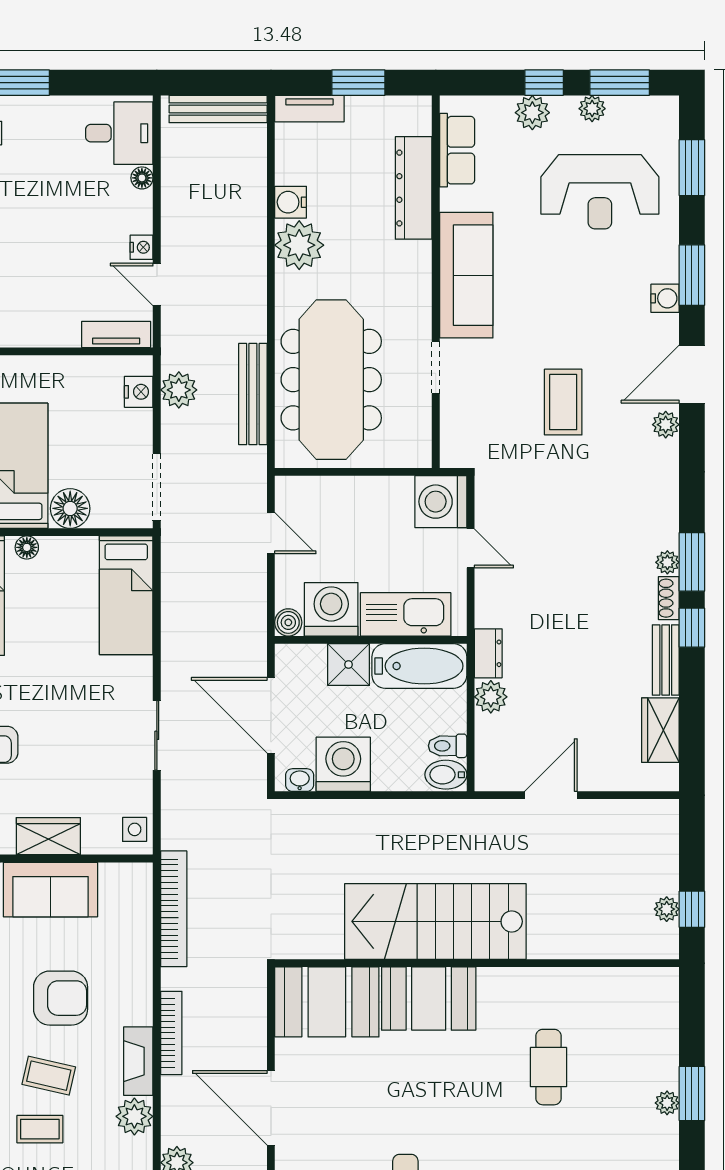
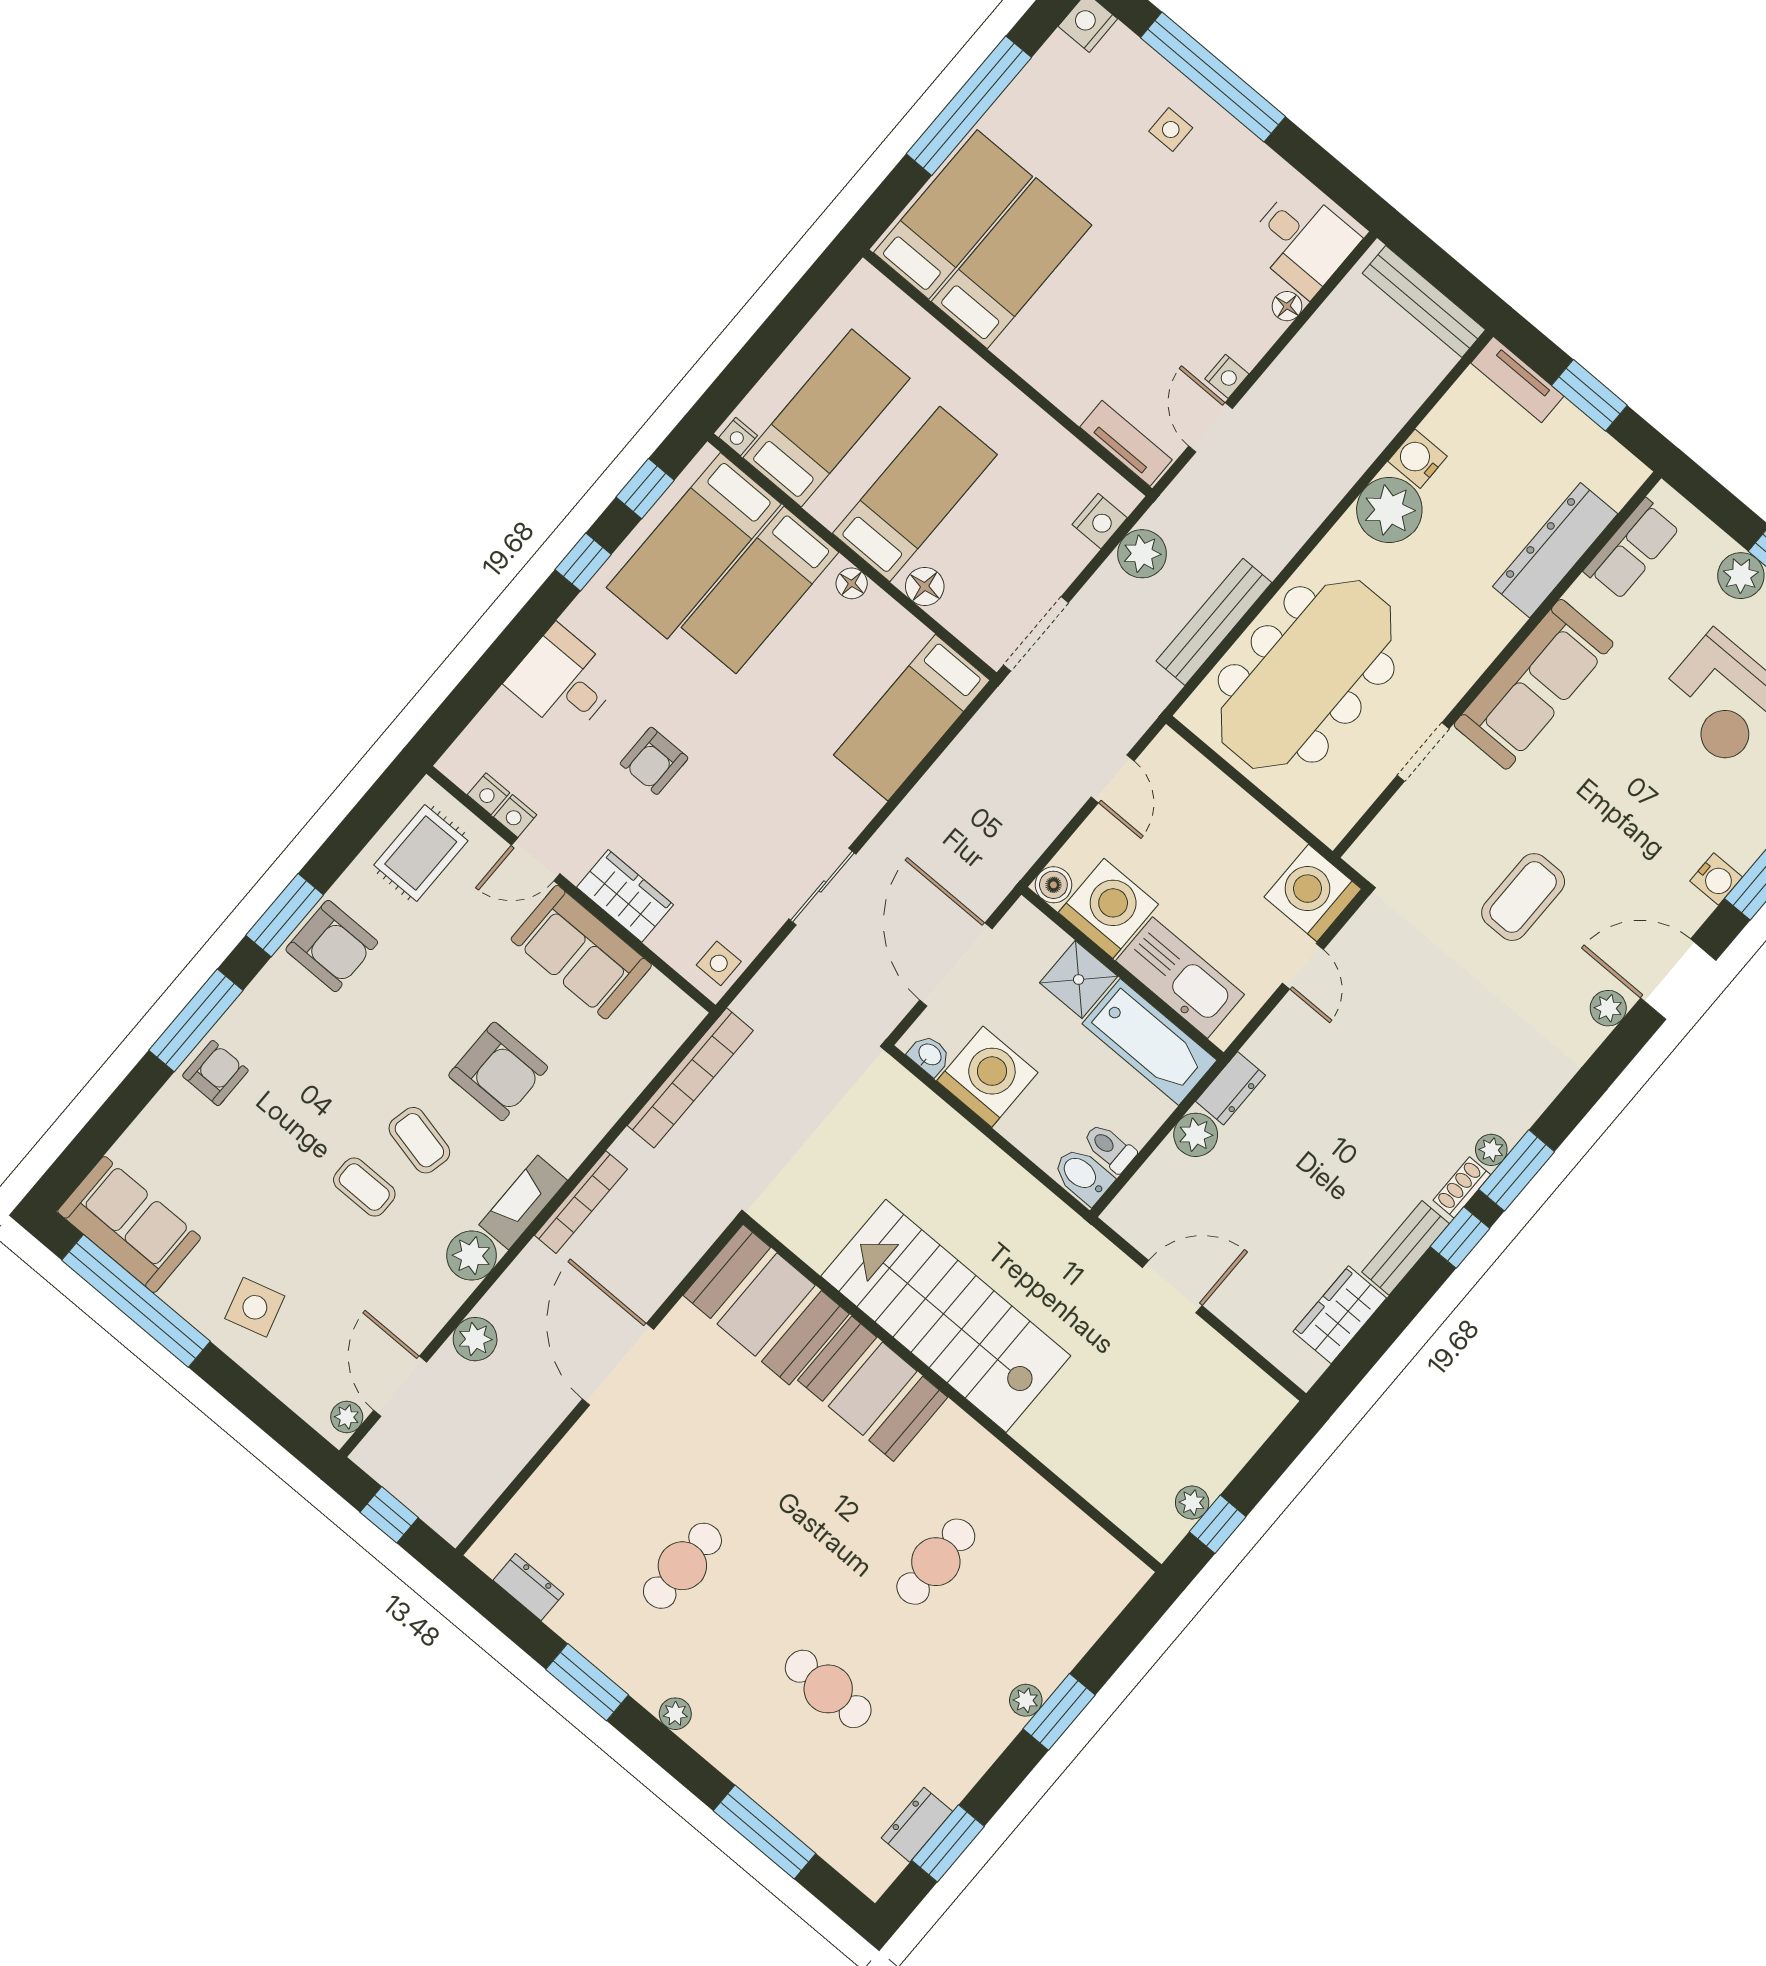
floor lamp: (70, 508) -> (925, 586), width x0.73, depth x0.73

